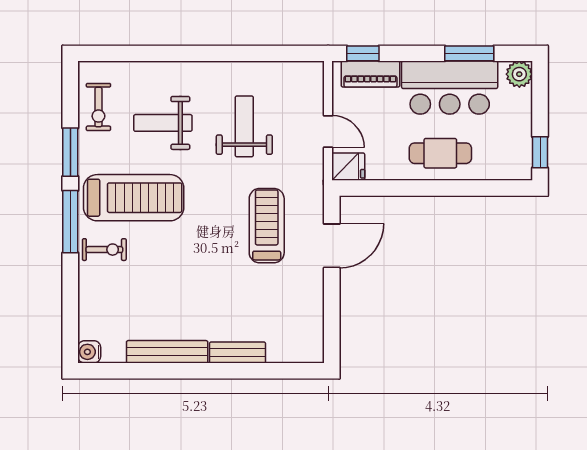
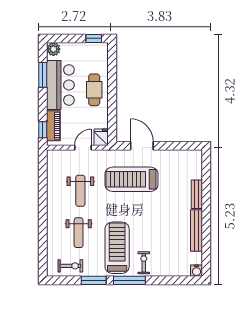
weight bench: (244, 126) -> (80, 191), turned -90
treadmill: (267, 226) -> (132, 179), width x1.37, depth x1.38

